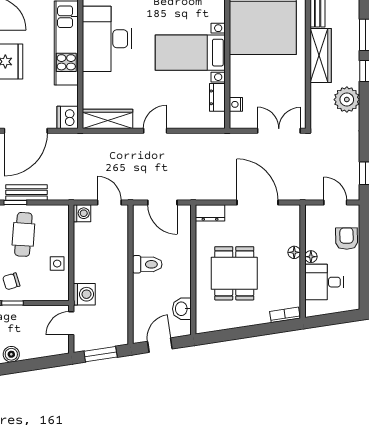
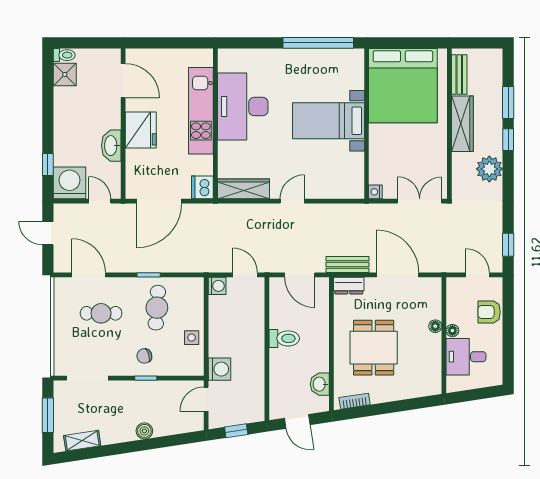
dresser: (217, 97) -> (356, 167), removed
nightstand: (236, 104) -> (375, 192), moved
bench: (27, 192) -> (348, 265), moved
armchair: (347, 239) -> (489, 312), turned -89
bookcase: (285, 315) -> (355, 401), moved
door: (160, 345) -> (297, 421), swing flipped
window: (101, 354) -> (236, 431), width x0.67

